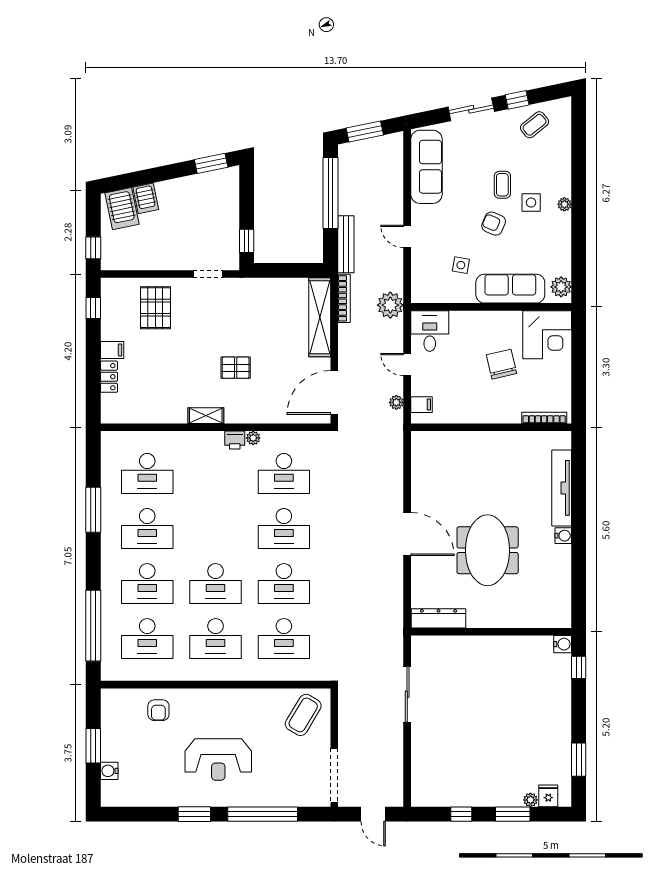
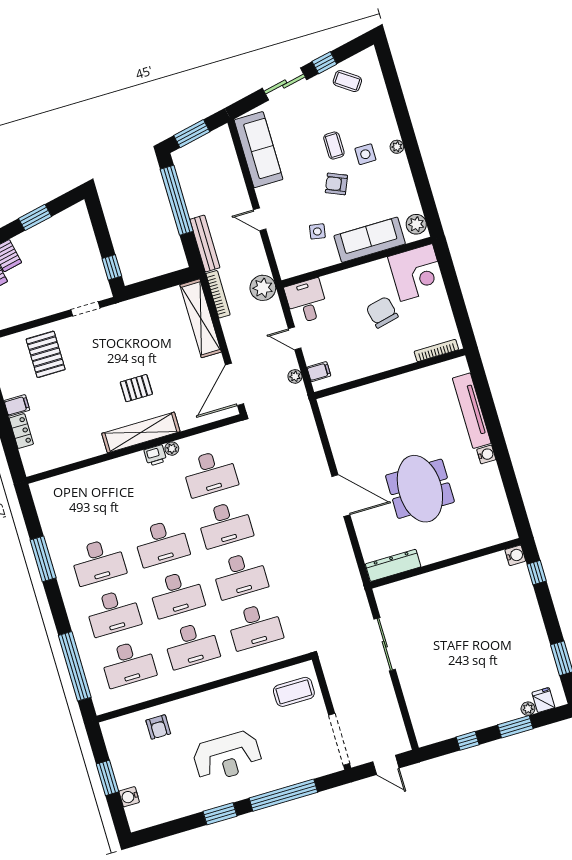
coffee table: (535, 125) -> (347, 81), turned 74
window: (211, 163) -> (35, 217), moved
shelving: (206, 416) -> (141, 432), width x2.20, depth x1.33
desk: (147, 473) -> (162, 543), moved
coffee table: (303, 715) -> (294, 692), turned 59

